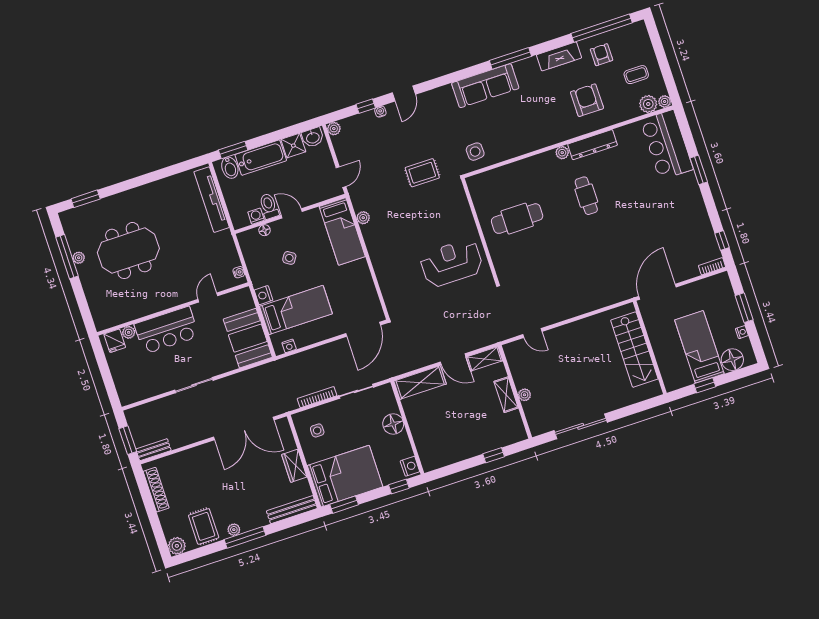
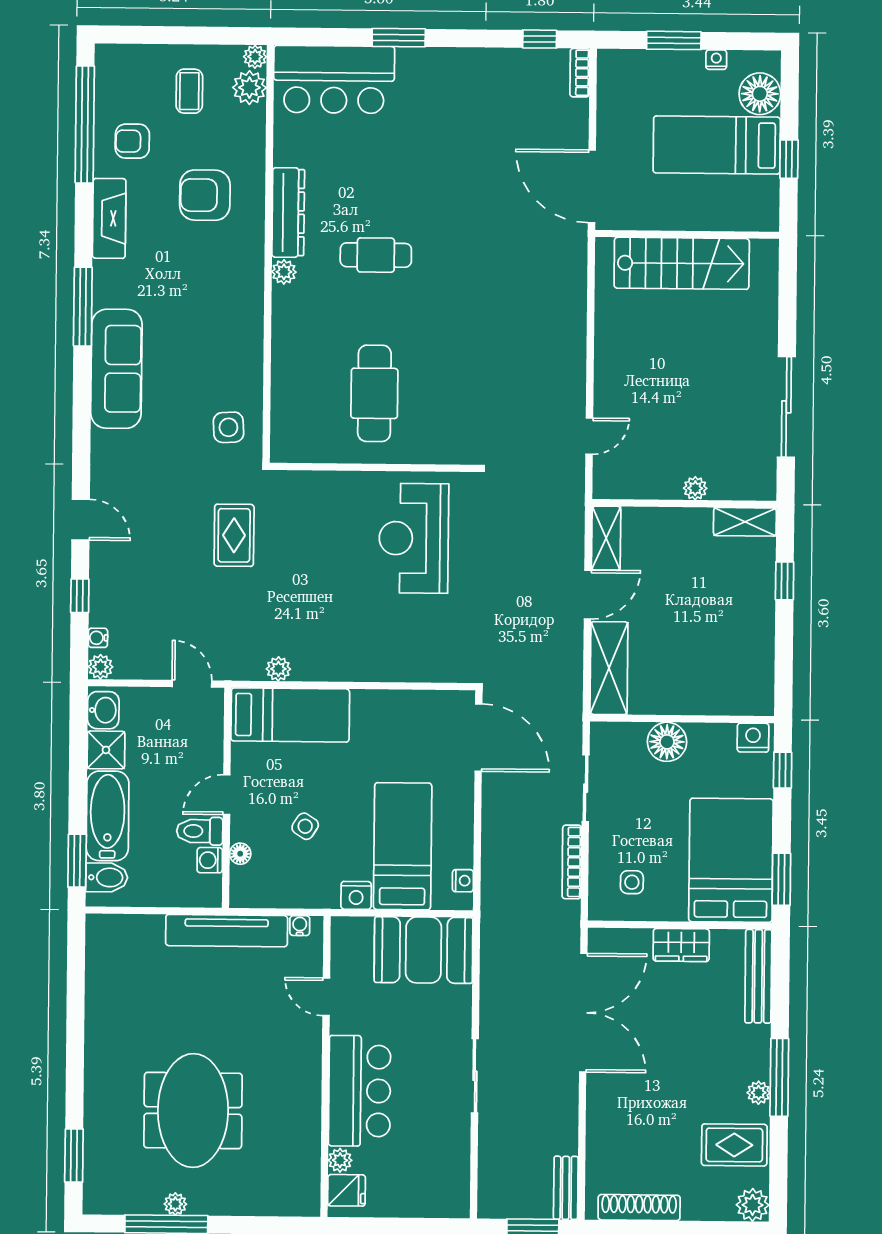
water cooler: (380, 112) -> (98, 638), moved
tv unit: (212, 200) -> (227, 931), moved
shelving: (506, 395) -> (745, 522), moved

